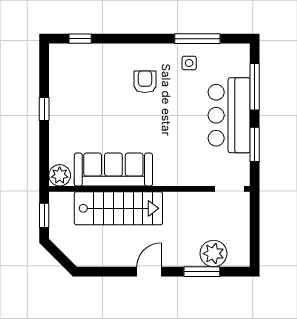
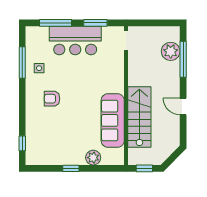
plant: (60, 175) -> (93, 158), moved
door: (149, 272) -> (183, 106), moved
window: (202, 272) -> (183, 59), width x1.44

